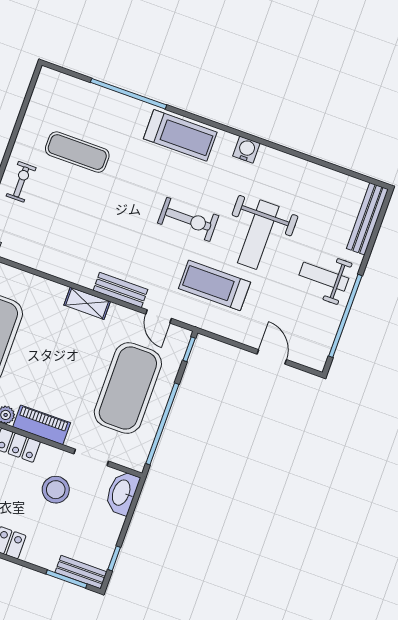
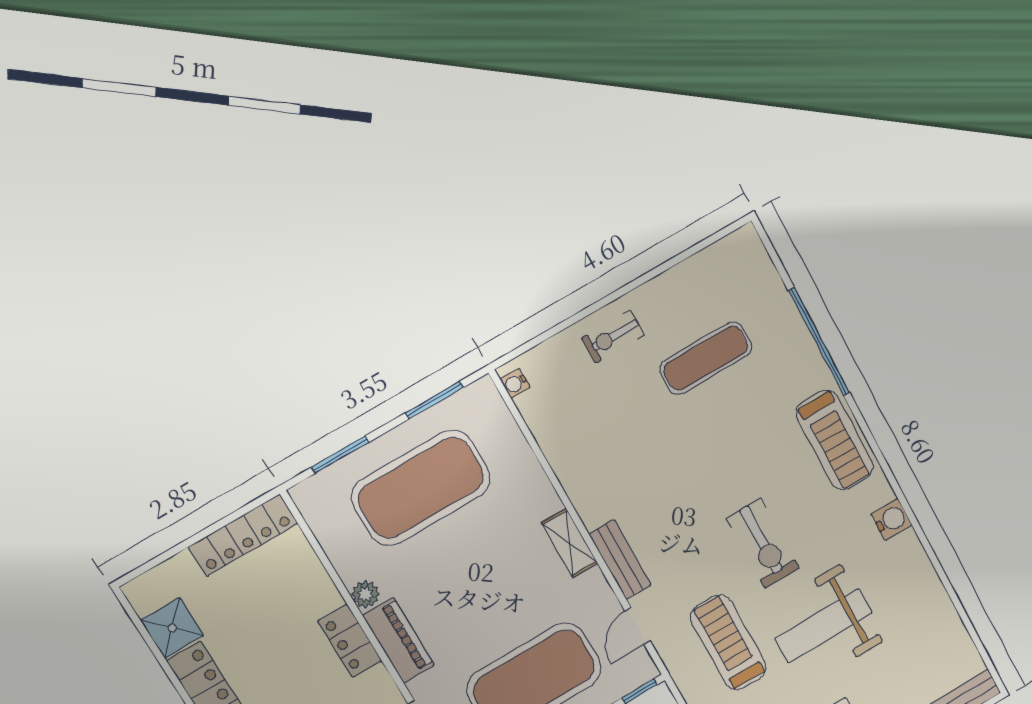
exercise mat: (77, 152) -> (706, 358), turned 90
exercise bike: (21, 182) -> (613, 337), turned 180

